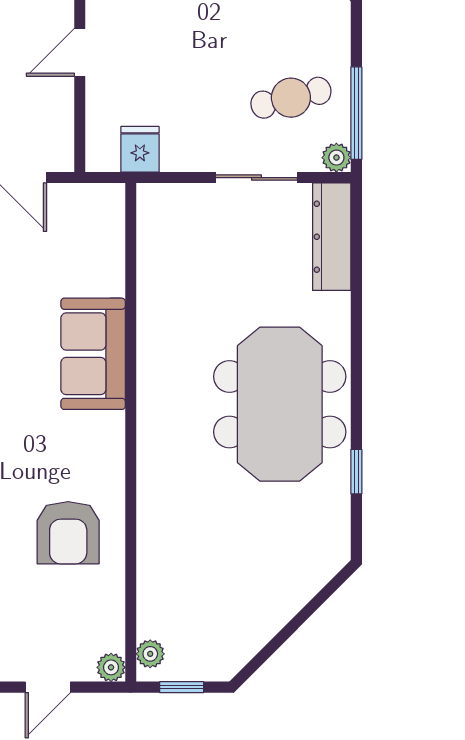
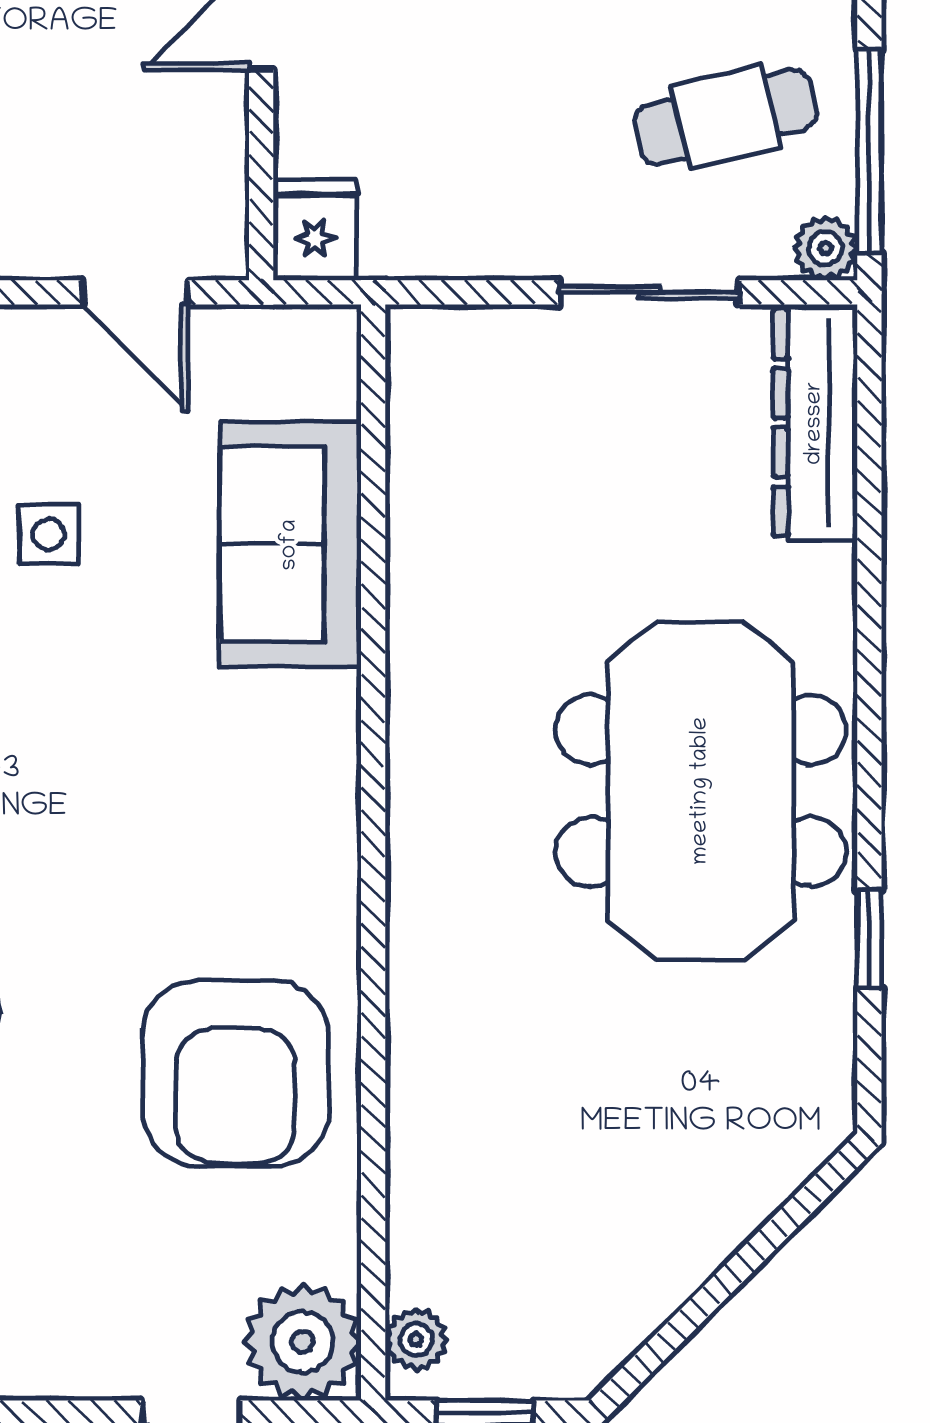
fridge: (140, 149) -> (315, 230), moved
sofa: (93, 354) -> (290, 545), moved
armchair: (68, 533) -> (236, 1073), width x1.36, depth x1.36
plant: (111, 667) -> (302, 1342), width x1.88, depth x1.88

